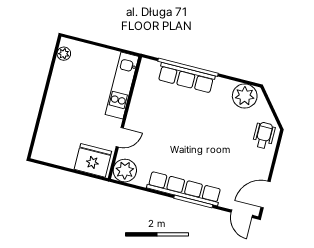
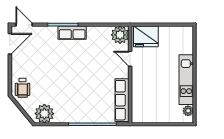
row of seats: (186, 78) -> (122, 100), moved, turned -90
kitchen unit: (122, 86) -> (186, 80), moved, turned 180
door: (120, 137) -> (130, 59), hinge flipped
row of seats: (184, 189) -> (72, 33), width x0.50

